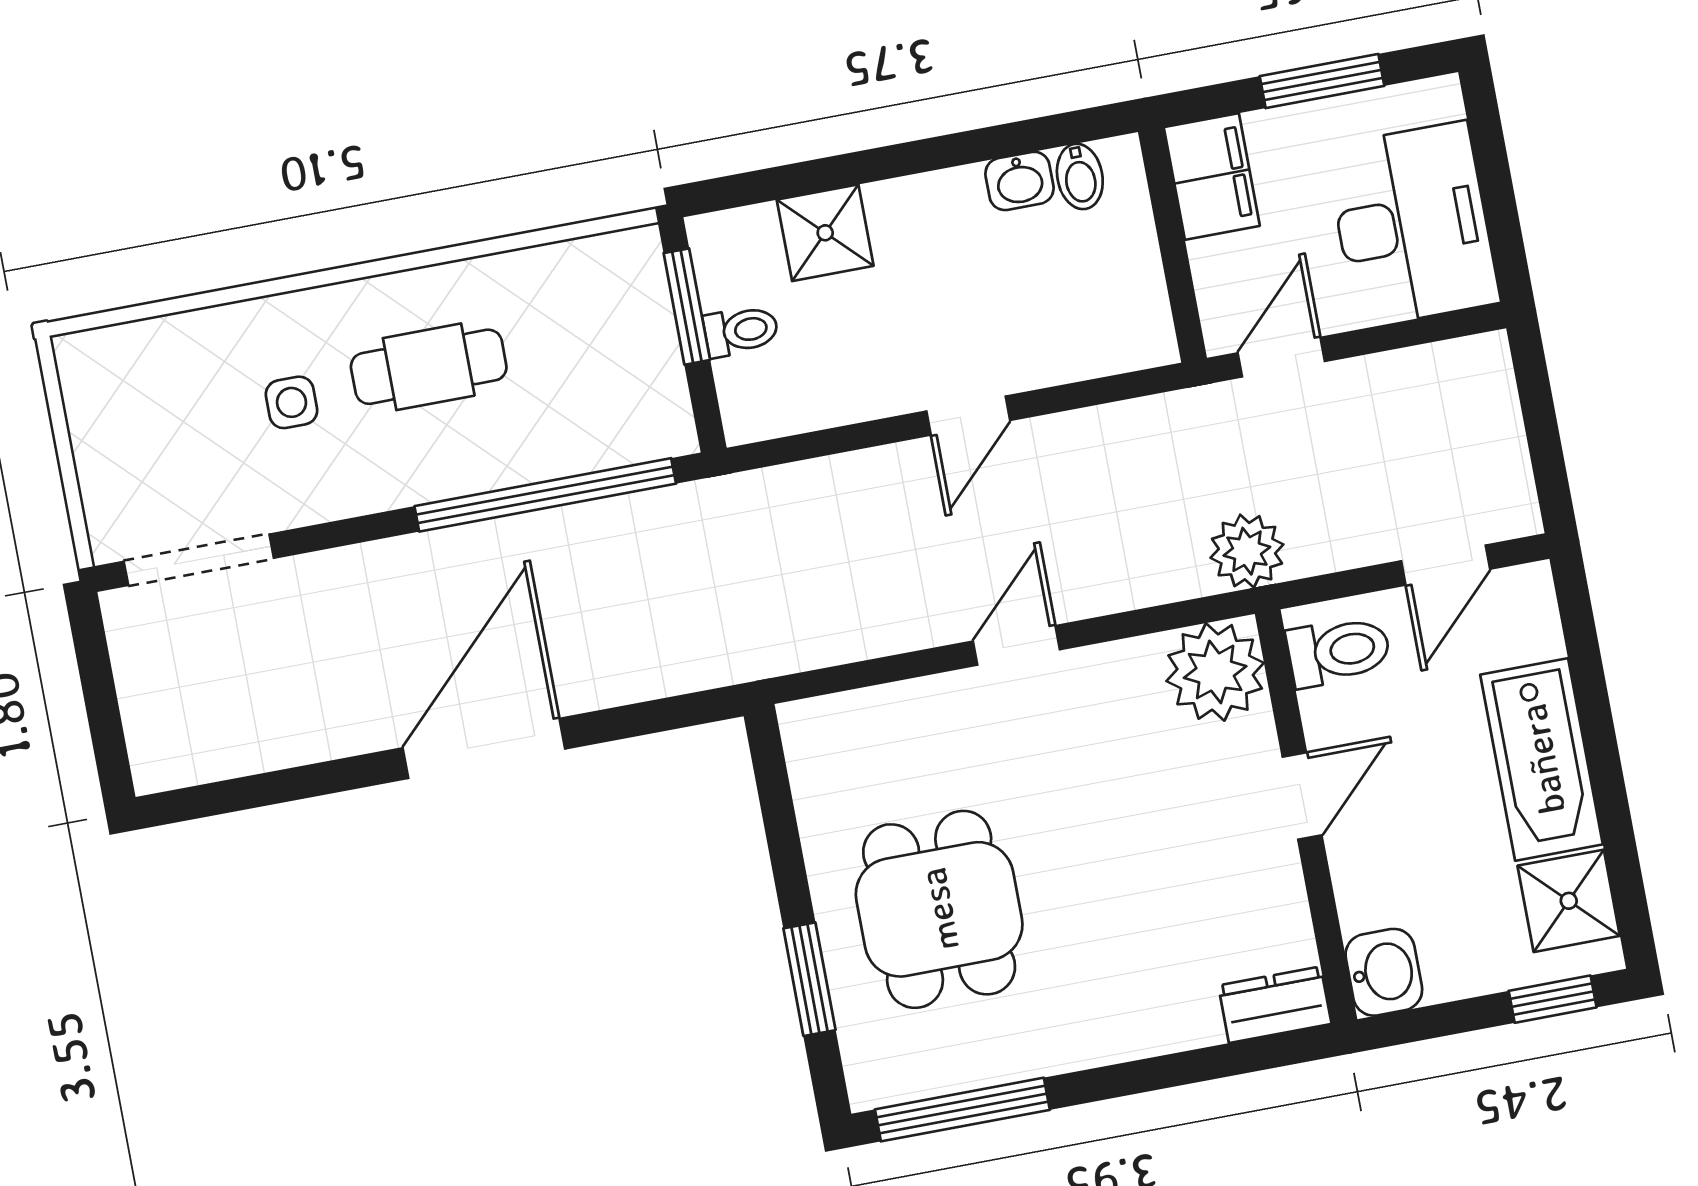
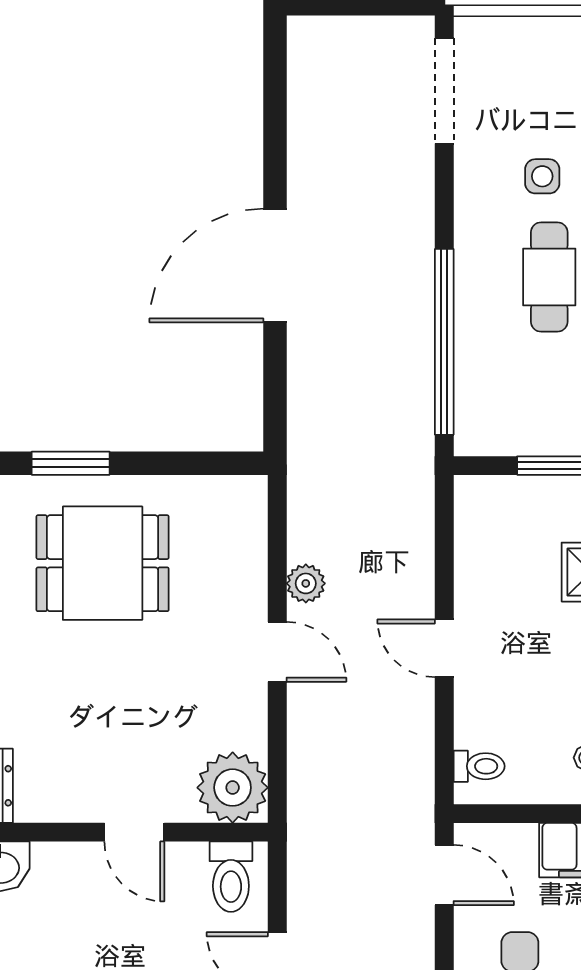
toilet: (741, 331) -> (479, 766), moved, turned -90
plant: (1247, 551) -> (306, 583), moved, width x0.73, depth x0.73
door: (484, 748) -> (275, 266), swing flipped

